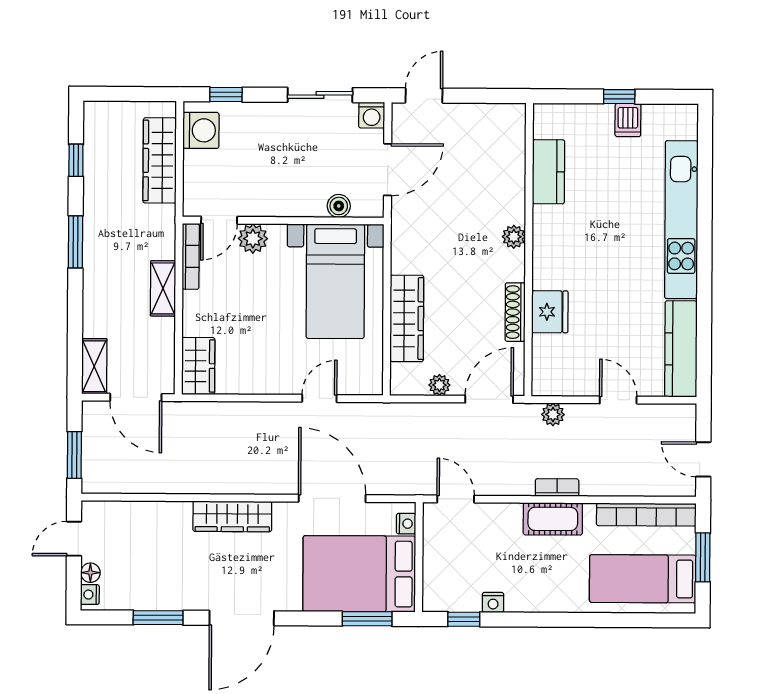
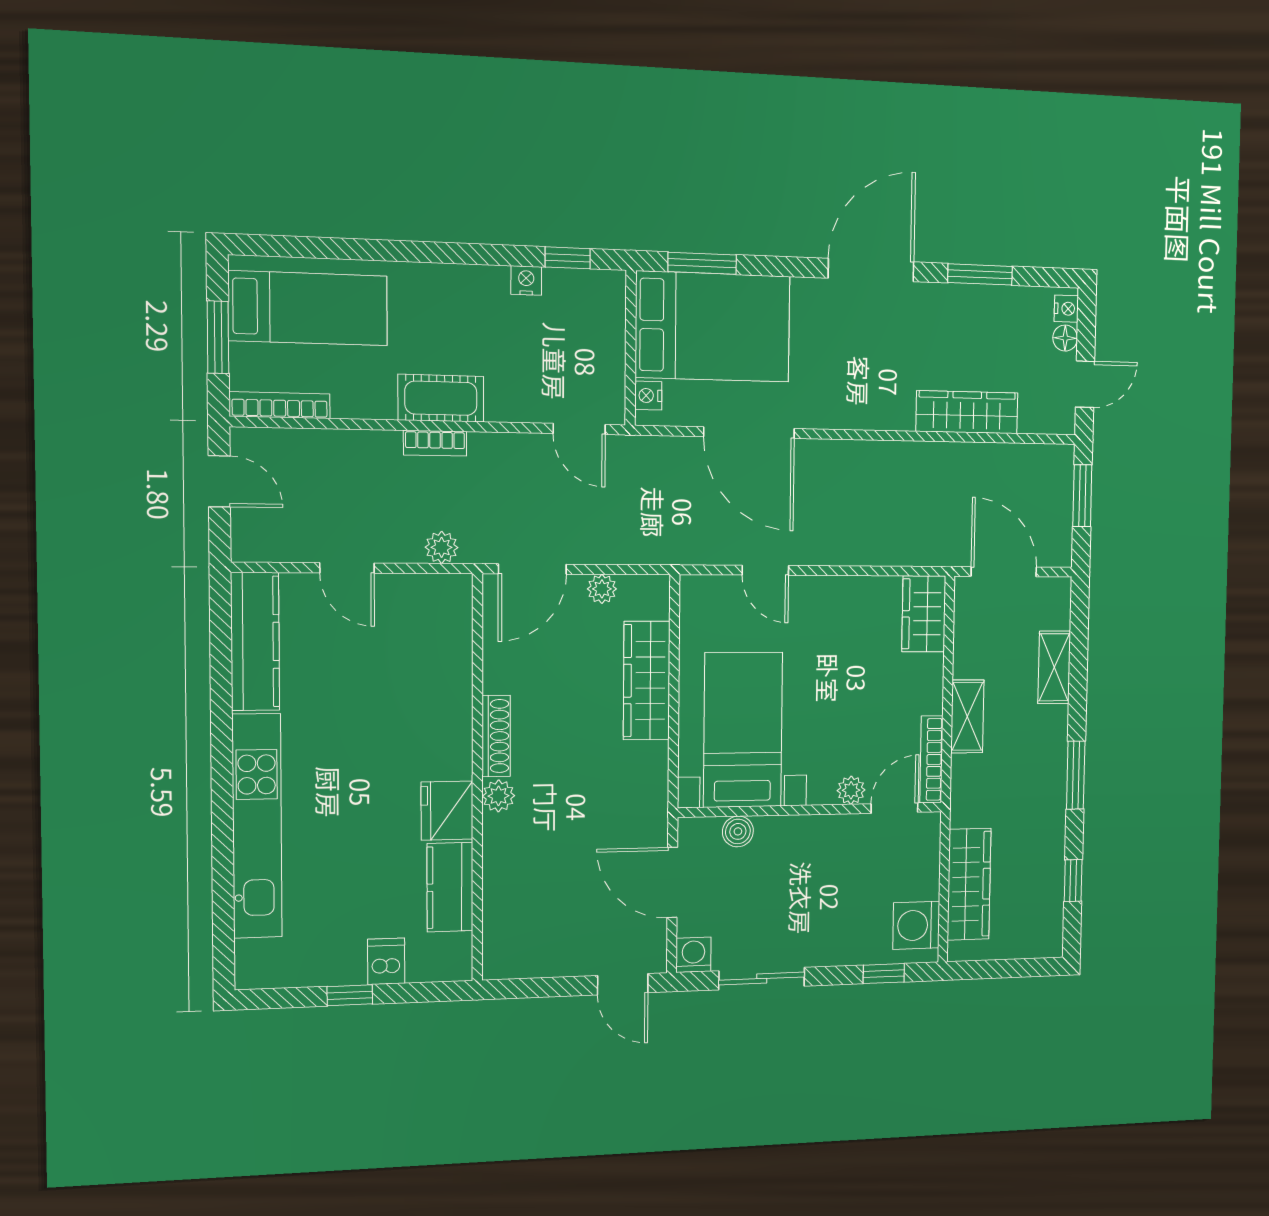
door: (424, 96) -> (623, 984), hinge flipped
dishwasher: (628, 120) -> (386, 961), moved
door: (388, 170) -> (672, 882), hinge flipped
plant: (253, 239) -> (851, 790), width x0.73, depth x0.73
shoe rack: (515, 312) -> (496, 736), moved
fridge: (550, 312) -> (447, 811), moved
shelving: (94, 366) -> (1054, 667), moved
door: (319, 398) -> (765, 570), hinge flipped
bookcase: (646, 515) -> (280, 405), width x0.68, depth x0.76
wardrobe: (232, 516) -> (967, 412), moved

